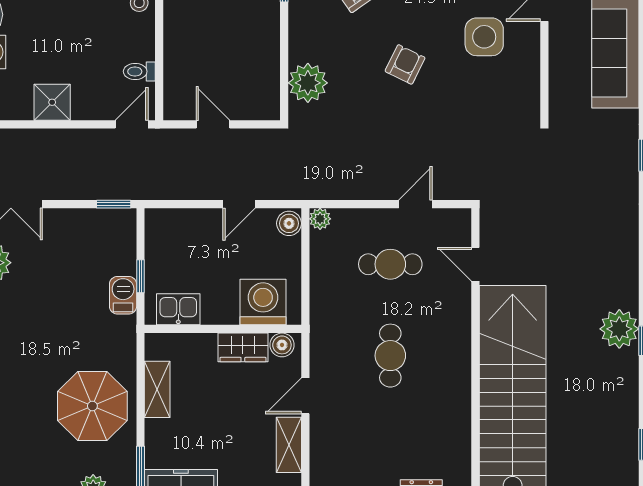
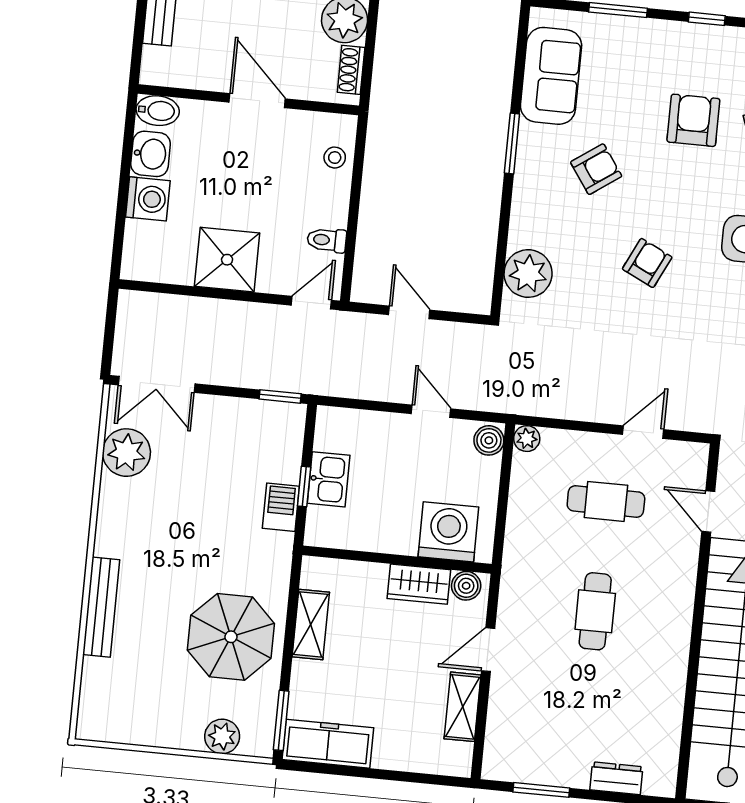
shower: (52, 102) -> (227, 260), width x1.36, depth x1.36
door: (239, 204) -> (431, 411), swing flipped
kitchen sink: (178, 309) -> (329, 479), moved, turned 90

